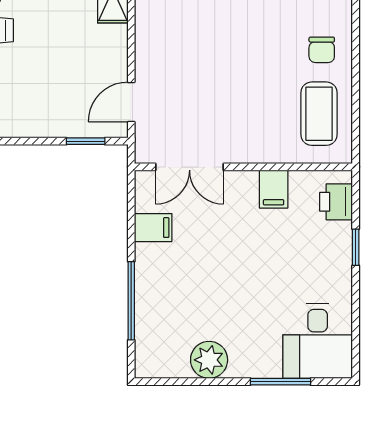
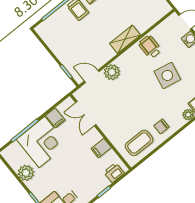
plant: (153, 60) -> (112, 72), added
corner desk: (177, 286) -> (42, 142), added

